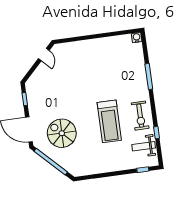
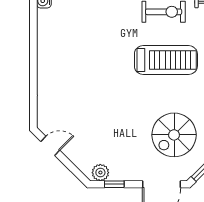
plant: (31, 89) -> (100, 173), added

